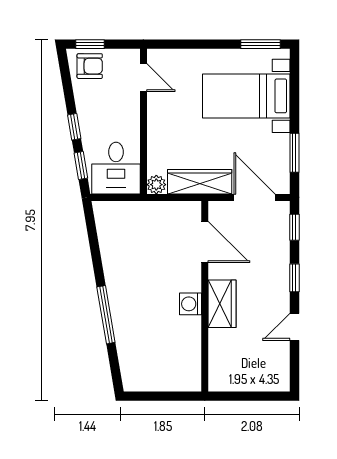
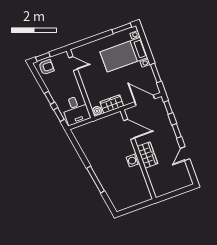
wardrobe: (200, 182) -> (112, 104), width x0.67

